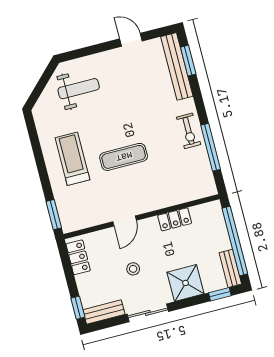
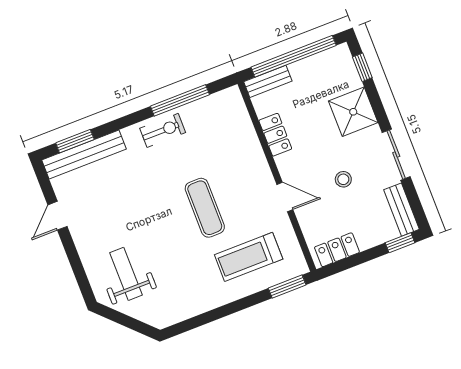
treadmill: (72, 159) -> (249, 257), moved
bench: (230, 268) -> (268, 81), moved

